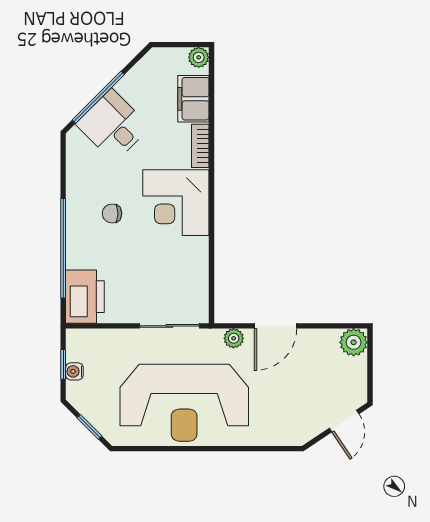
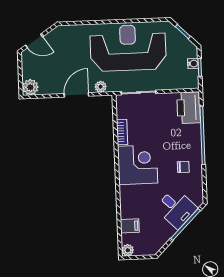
filing cabinet: (193, 99) -> (130, 226), width x0.50
bookcase: (200, 146) -> (122, 132), moved
chair: (112, 213) -> (183, 167), moved
door: (344, 421) -> (34, 41), swing flipped

